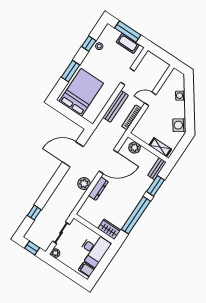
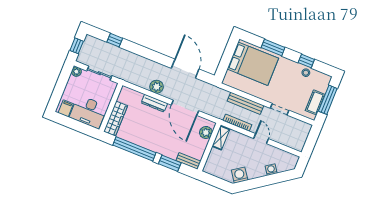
shelving: (160, 147) -> (221, 138), moved
wardrobe: (109, 229) -> (116, 119), width x1.50

